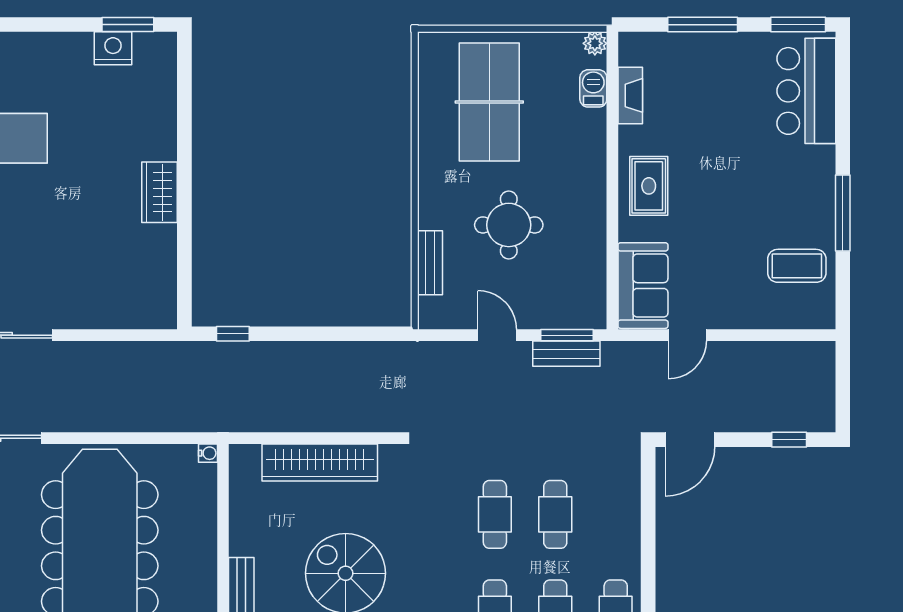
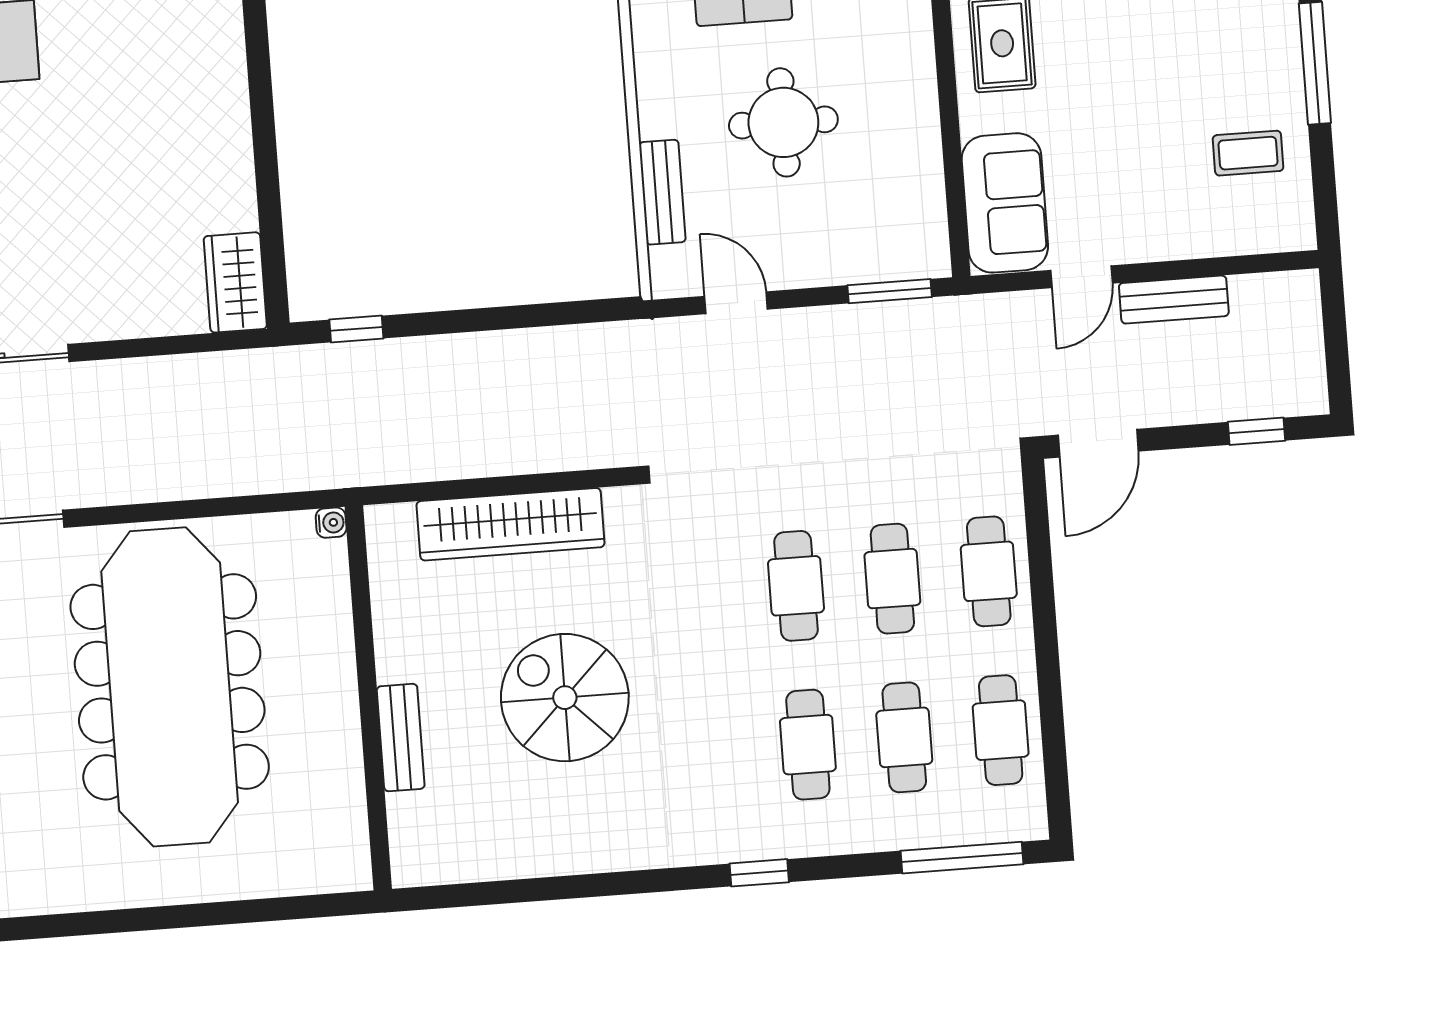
wardrobe: (160, 192) -> (235, 282), moved
coffee table: (797, 266) -> (1248, 153), width x0.73, depth x0.77
door: (497, 335) -> (736, 303), moved
bench: (566, 354) -> (1174, 300), moved
cafe table: (616, 514) -> (989, 571), added

